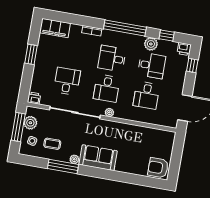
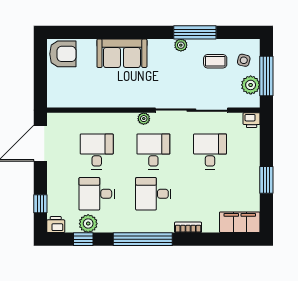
plant: (151, 44) -> (88, 224), moved
desk: (112, 59) -> (153, 194), turned 180
desk: (67, 81) -> (210, 151), turned 180
sofa: (98, 158) -> (122, 53), moved

